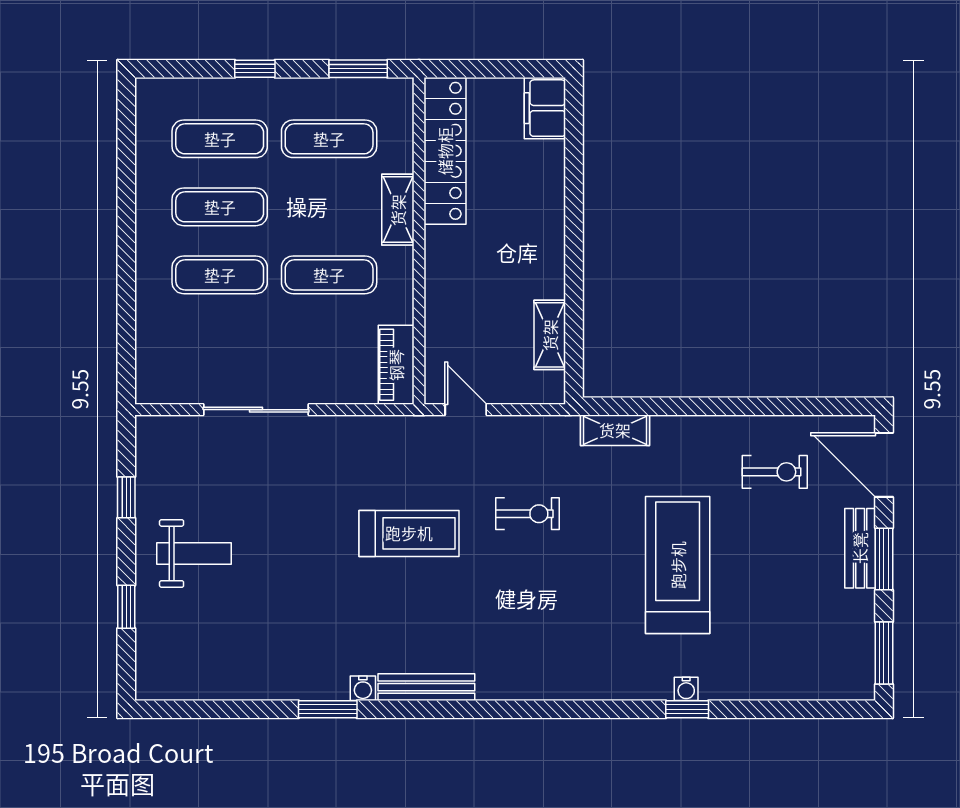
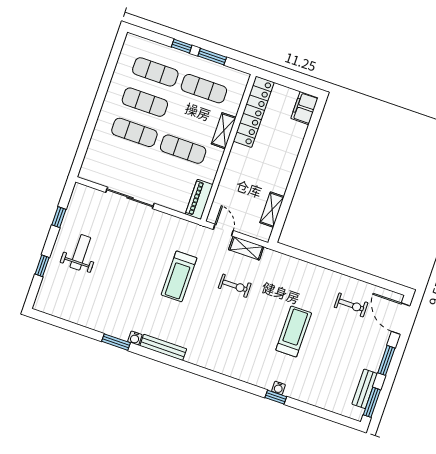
window: (358, 69) -> (212, 57), moved
shelving: (615, 430) -> (246, 248), moved
treadmill: (409, 533) -> (179, 276), turned 90
bench: (860, 548) -> (365, 389), moved
weight bench: (194, 553) -> (80, 252), turned -90
treadmill: (678, 565) -> (294, 332), width x0.73, depth x0.73

